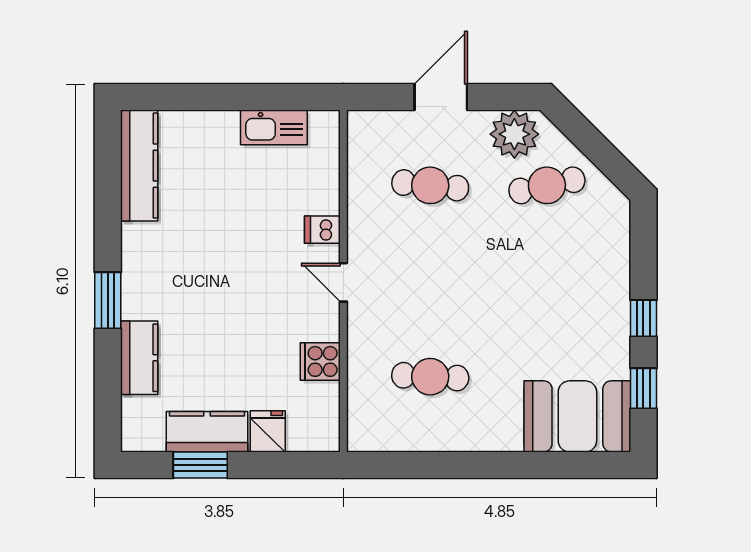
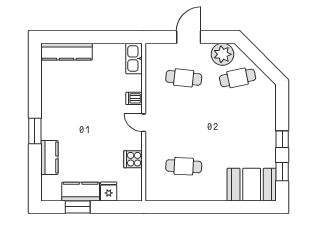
kitchen sink: (274, 127) -> (134, 58), moved, turned 90
kitchen counter: (139, 166) -> (66, 52), moved, turned 90

